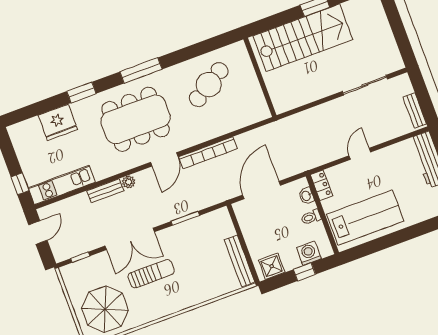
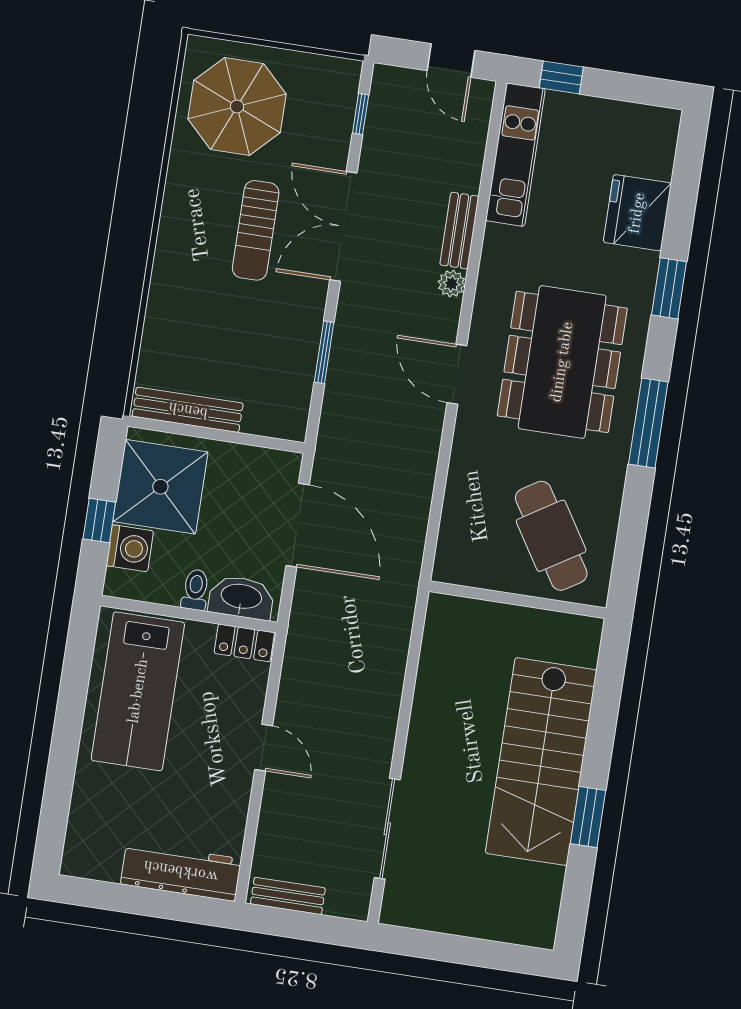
wall: (260, 77) -> (518, 600), moved
bookcase: (208, 153) -> (424, 463), removed
washbasin: (306, 196) -> (241, 597), width x1.91, depth x1.45
shower: (272, 266) -> (160, 487), width x1.86, depth x1.86

